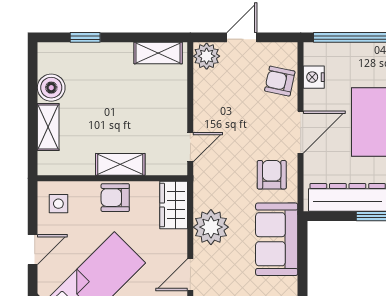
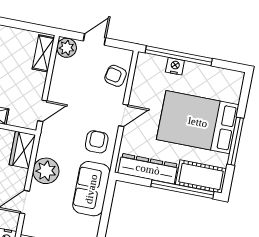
shelving: (158, 53) -> (43, 53), moved, turned 90
nightstand: (314, 77) -> (175, 66), moved, turned 90
door: (301, 132) -> (123, 115), width x0.73

